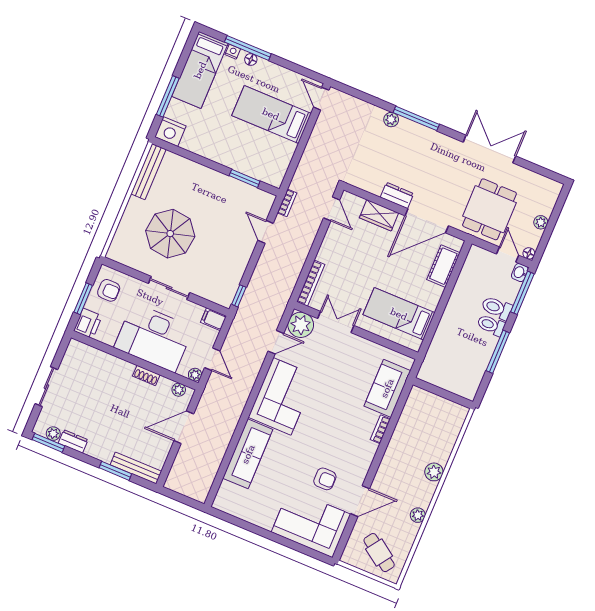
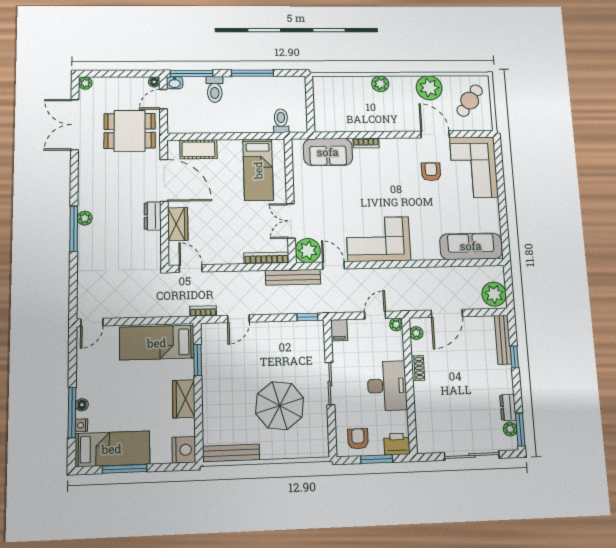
window: (168, 96) -> (125, 469), moved
bed: (271, 114) -> (157, 343), moved, turned 90
plant: (391, 120) -> (85, 218), moved
double door: (489, 149) -> (75, 125), moved
wardrobe: (215, 151) -> (184, 399), added
door: (332, 209) -> (191, 269), hinge flipped
plant: (541, 222) -> (85, 83), moved
bench: (282, 299) -> (293, 277), added
toilet: (491, 325) -> (281, 121), moved, turned 180
desk: (154, 337) -> (387, 386), width x0.73, depth x0.77
sliding door: (46, 387) -> (472, 456), width x1.37
door: (184, 427) -> (447, 313), hinge flipped
sofa: (248, 454) -> (471, 246), moved
window: (115, 471) -> (514, 357), width x0.67
plant: (182, 481) -> (494, 294), added
plant: (418, 515) -> (429, 88), width x1.88, depth x1.88

